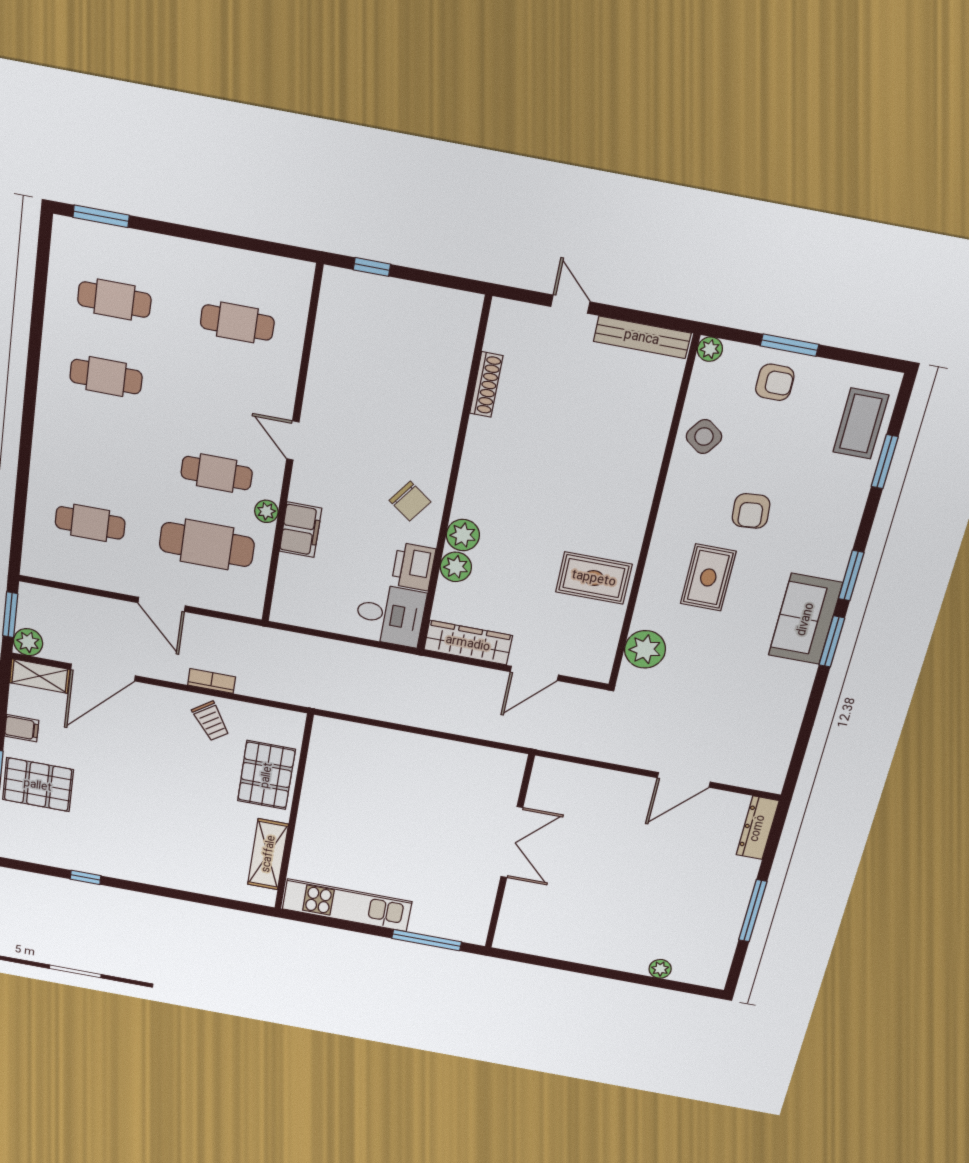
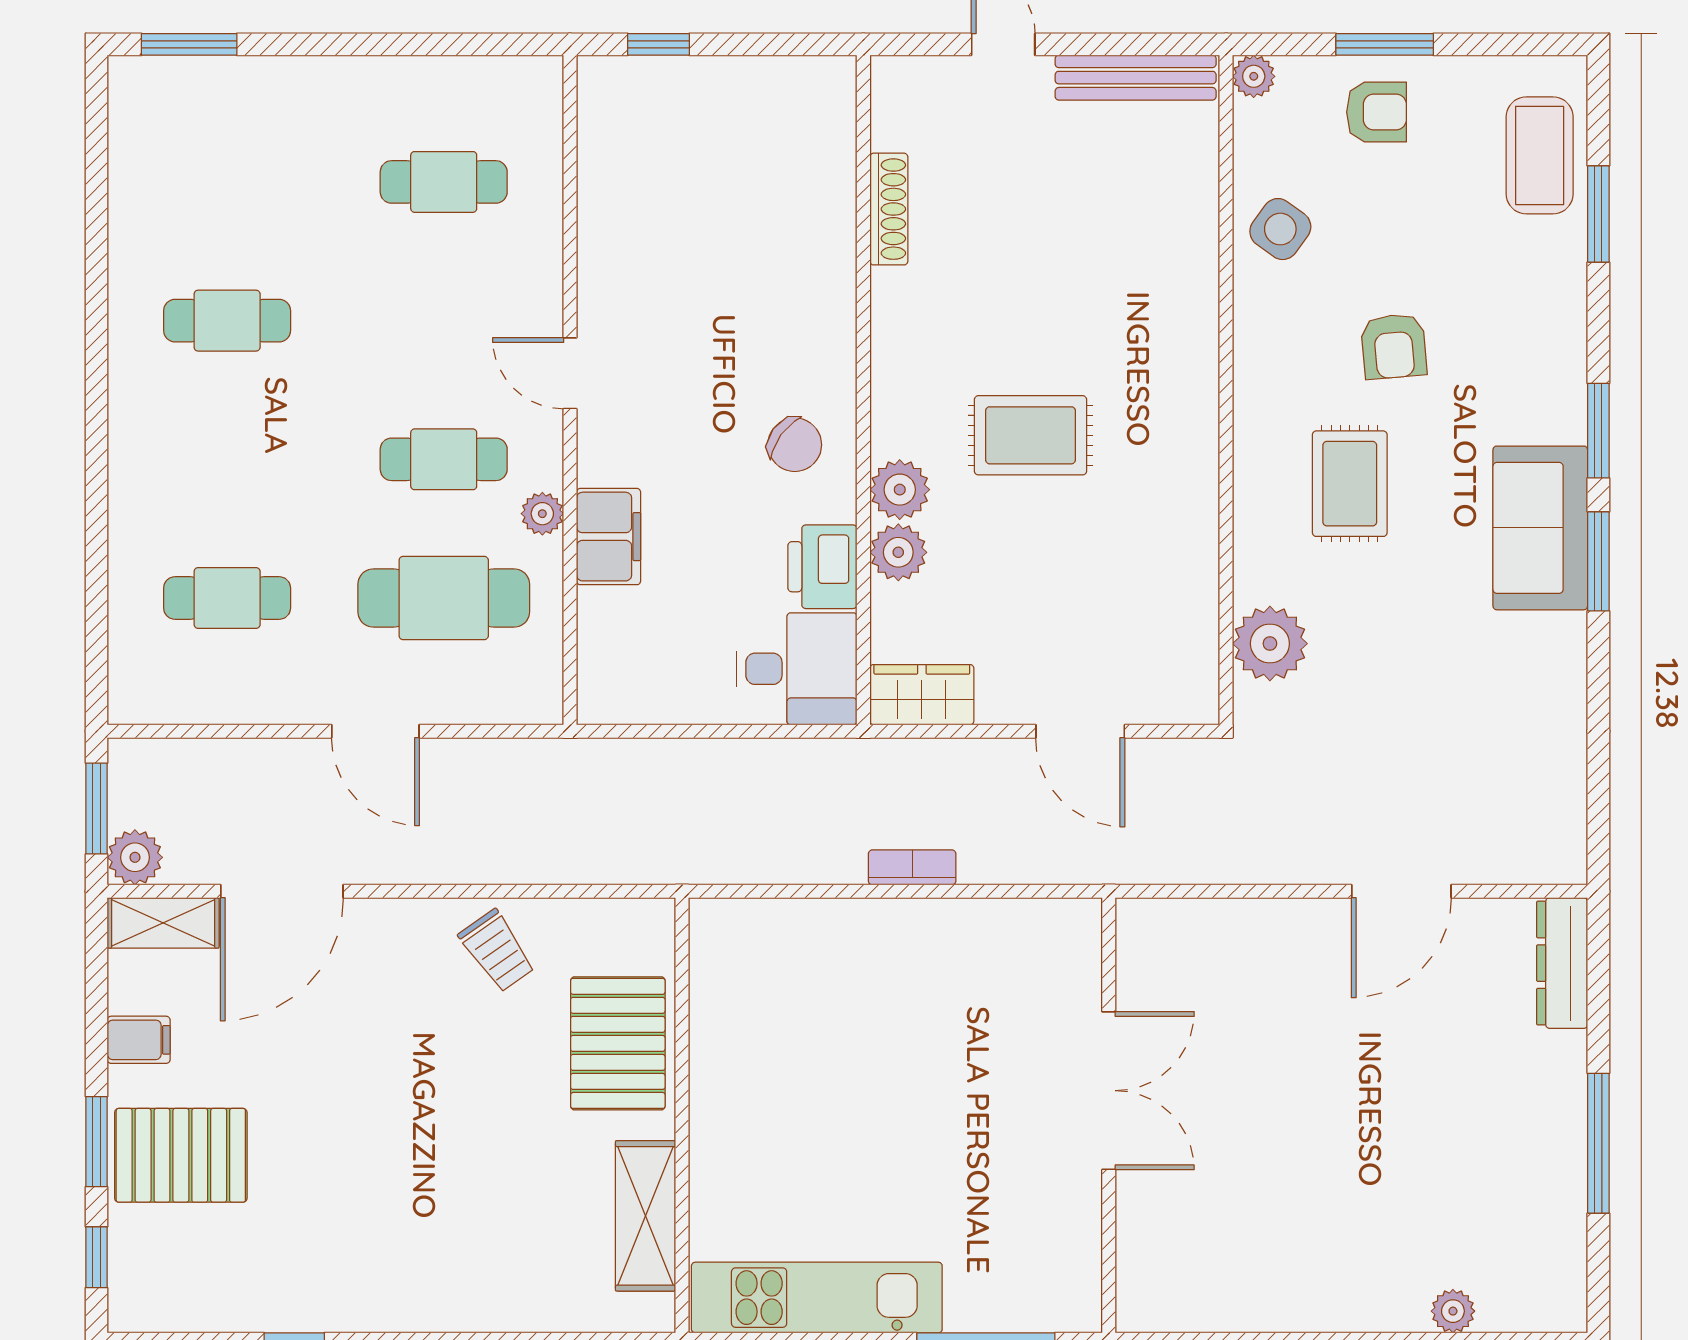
cafe table: (114, 300) -> (227, 182), removed
rug: (594, 578) -> (1030, 435), moved
wardrobe: (468, 643) -> (922, 695), width x0.67
door: (534, 673) -> (1080, 731), hinge flipped
bookcase: (212, 681) -> (912, 867), moved

